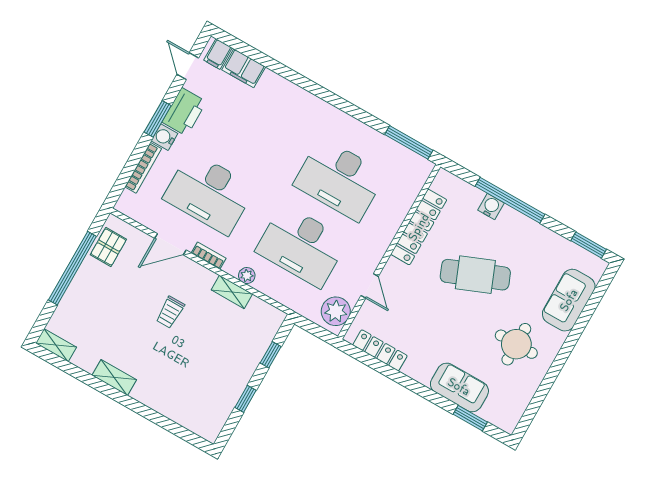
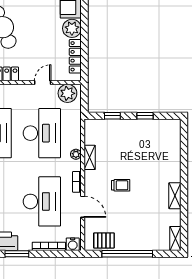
water cooler: (164, 137) -> (73, 244), moved
plant: (420, 367) -> (72, 28), added

